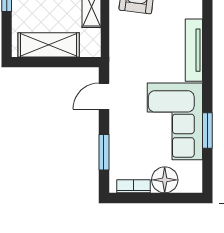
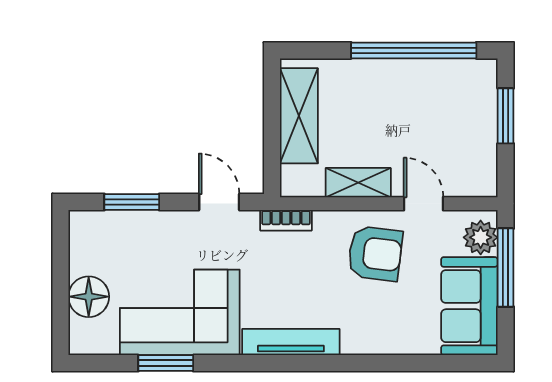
bookcase: (133, 186) -> (286, 220), moved, turned 90

